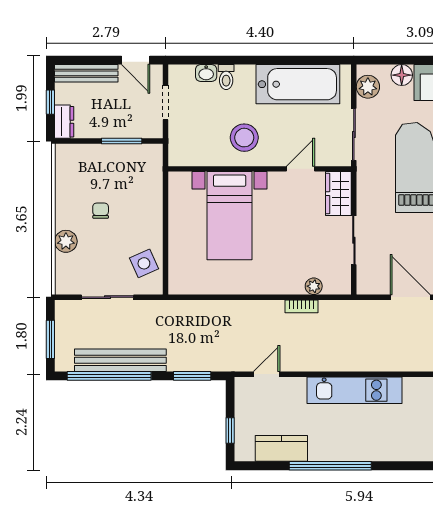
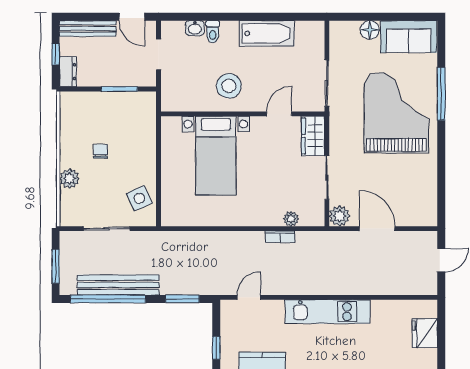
bathtub: (298, 84) -> (267, 33), width x0.73, depth x0.73
plant: (368, 87) -> (339, 216), moved

